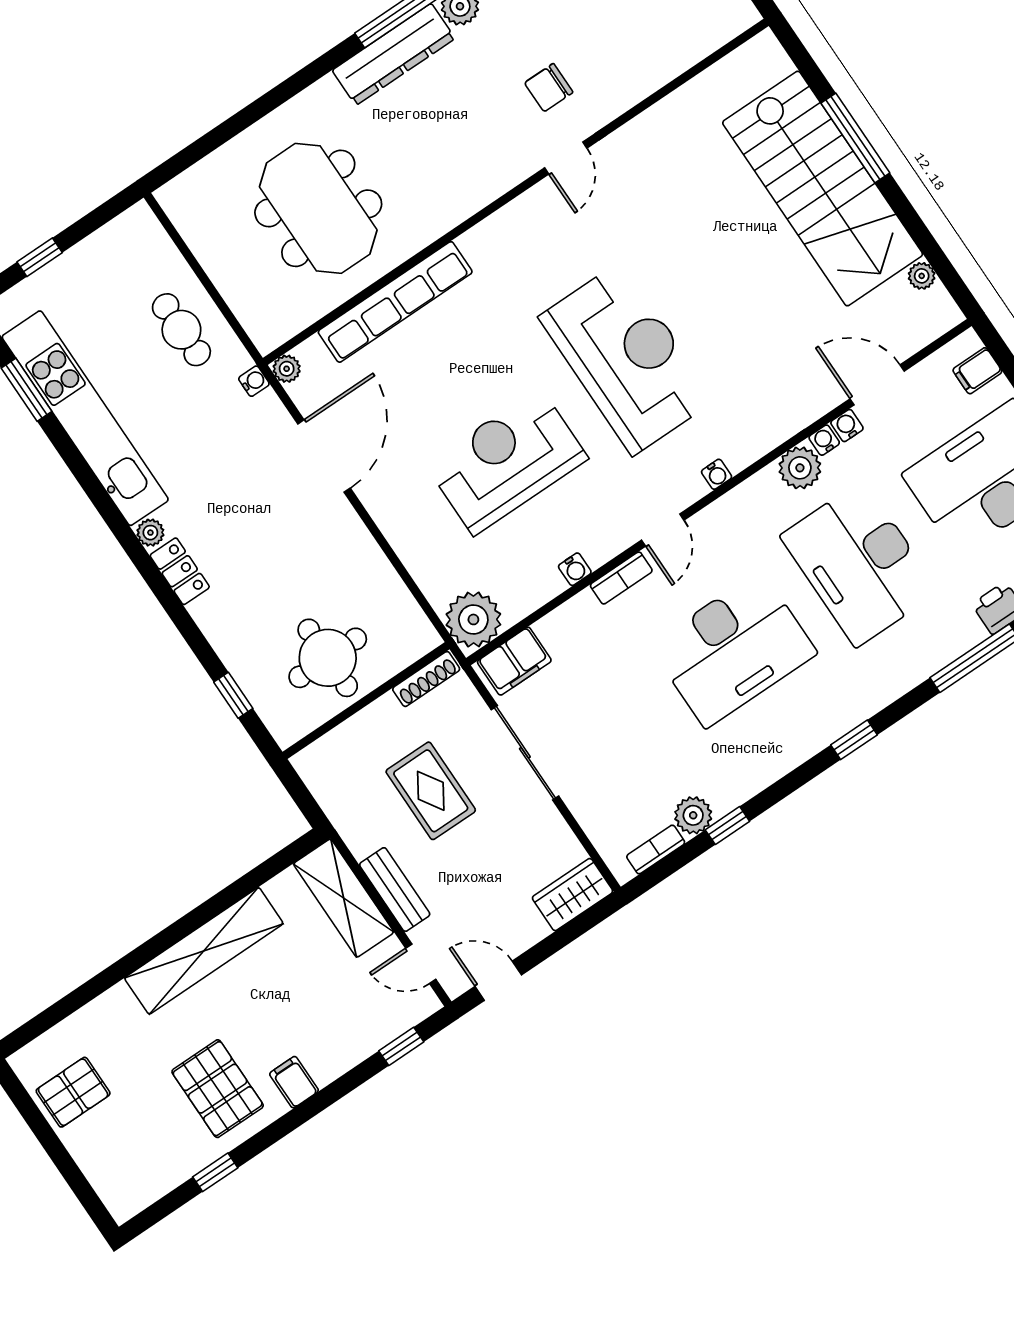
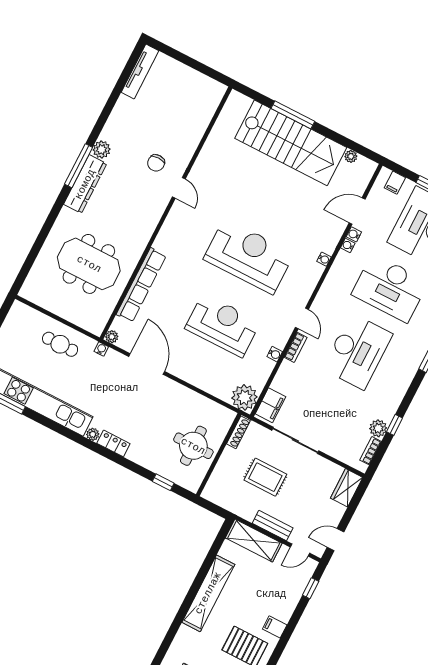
reception desk: (507, 461) -> (223, 325), turned 90
plant: (800, 468) -> (344, 262), removed
water cooler: (717, 474) -> (324, 259), moved

